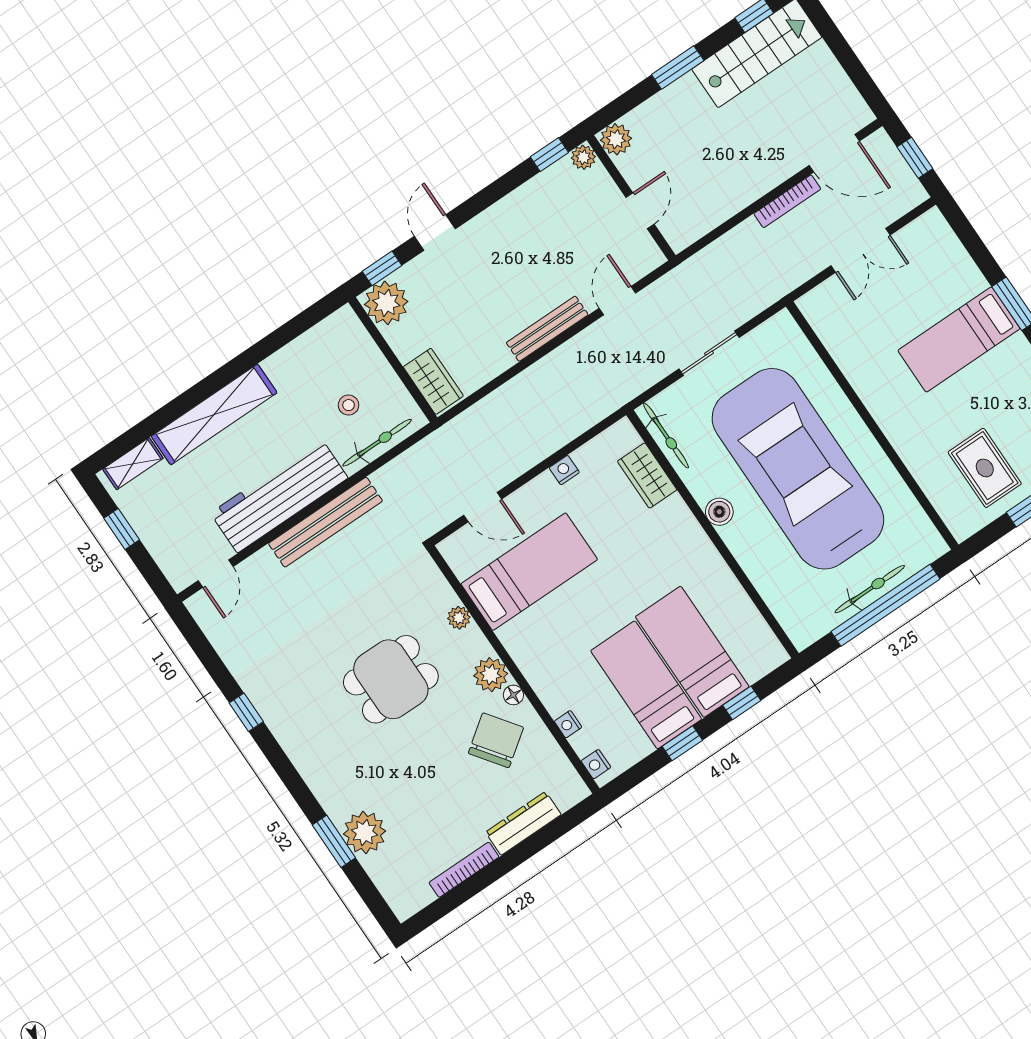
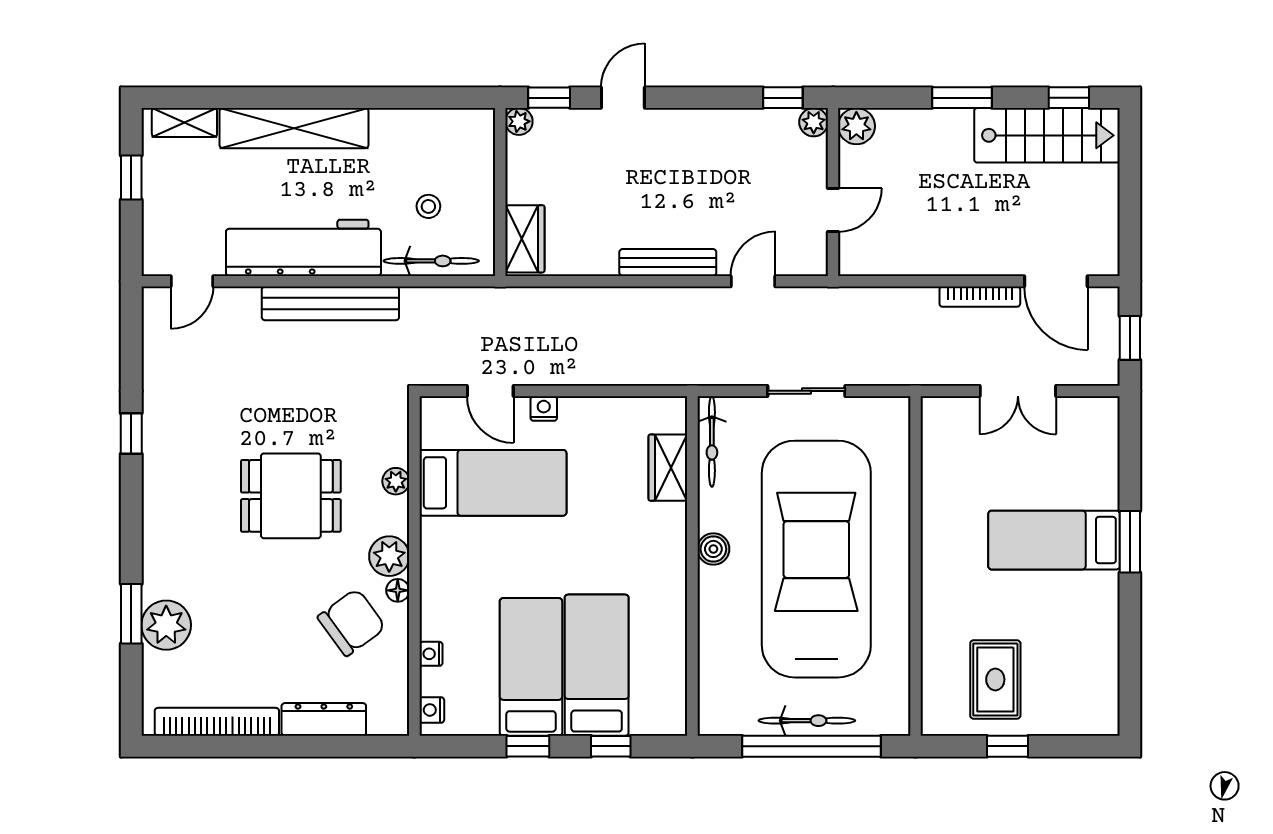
plant: (386, 303) -> (519, 121), width x0.53, depth x0.53
nightstand: (564, 470) -> (544, 409), moved
bookcase: (464, 870) -> (217, 722), width x1.48, depth x1.31

